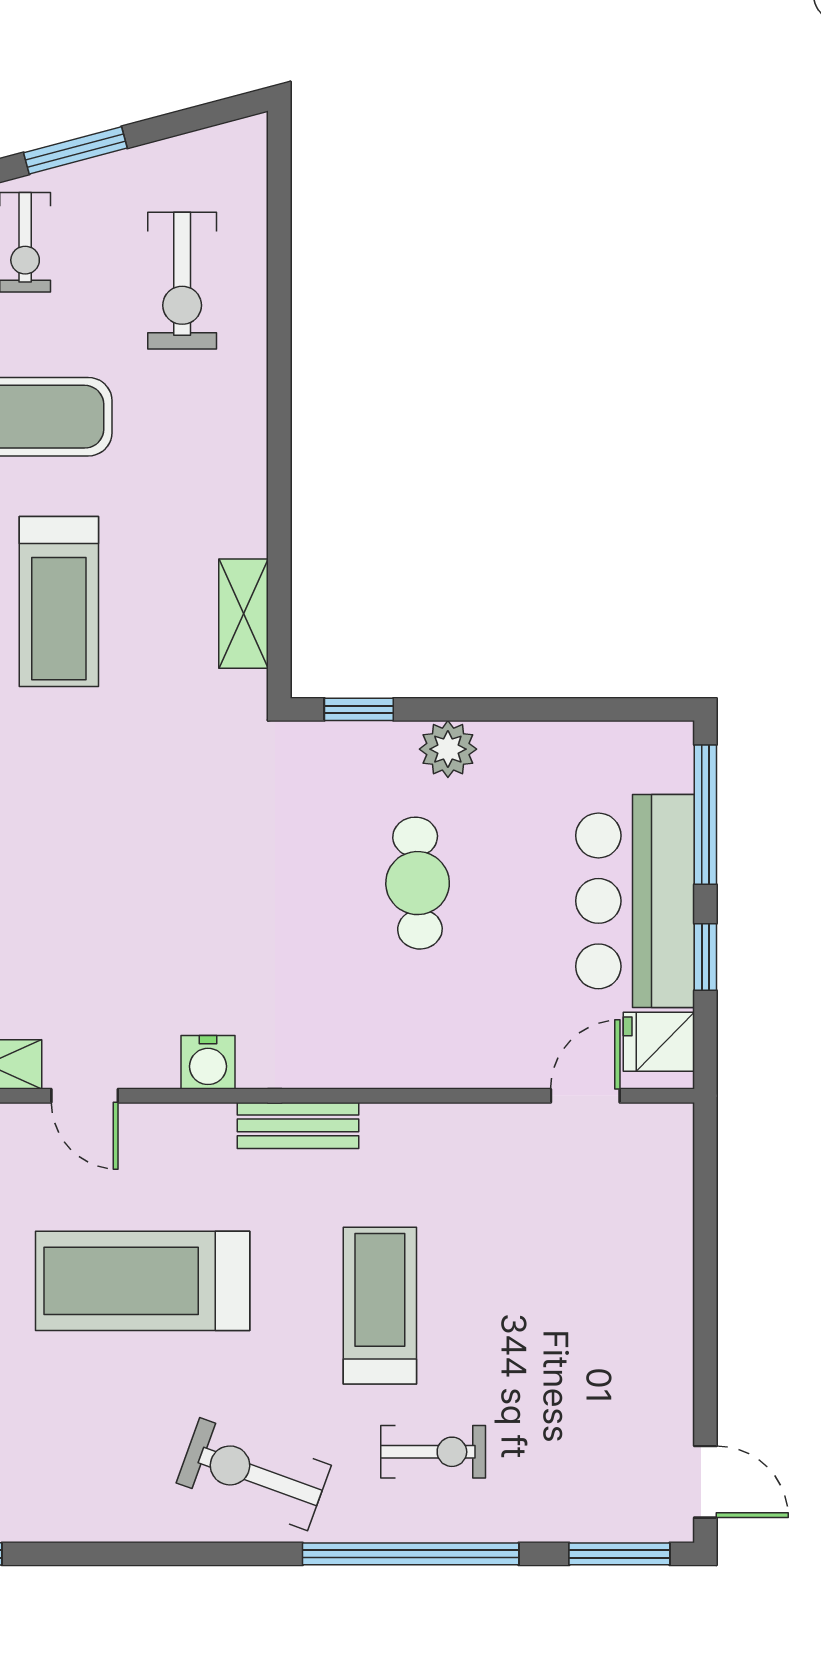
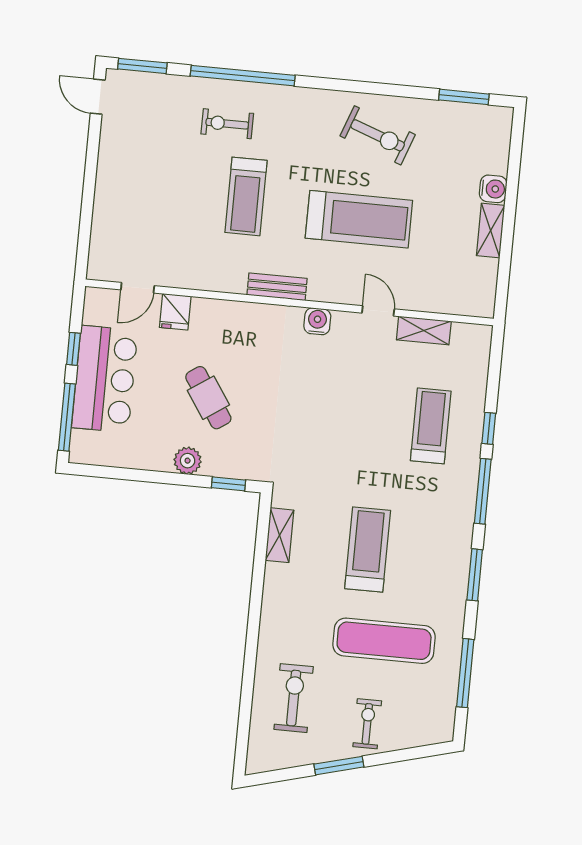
cafe table: (418, 883) -> (208, 398), turned -31
fridge: (659, 1042) -> (175, 312), moved, turned 90
exercise bike: (254, 1474) -> (378, 135), moved

